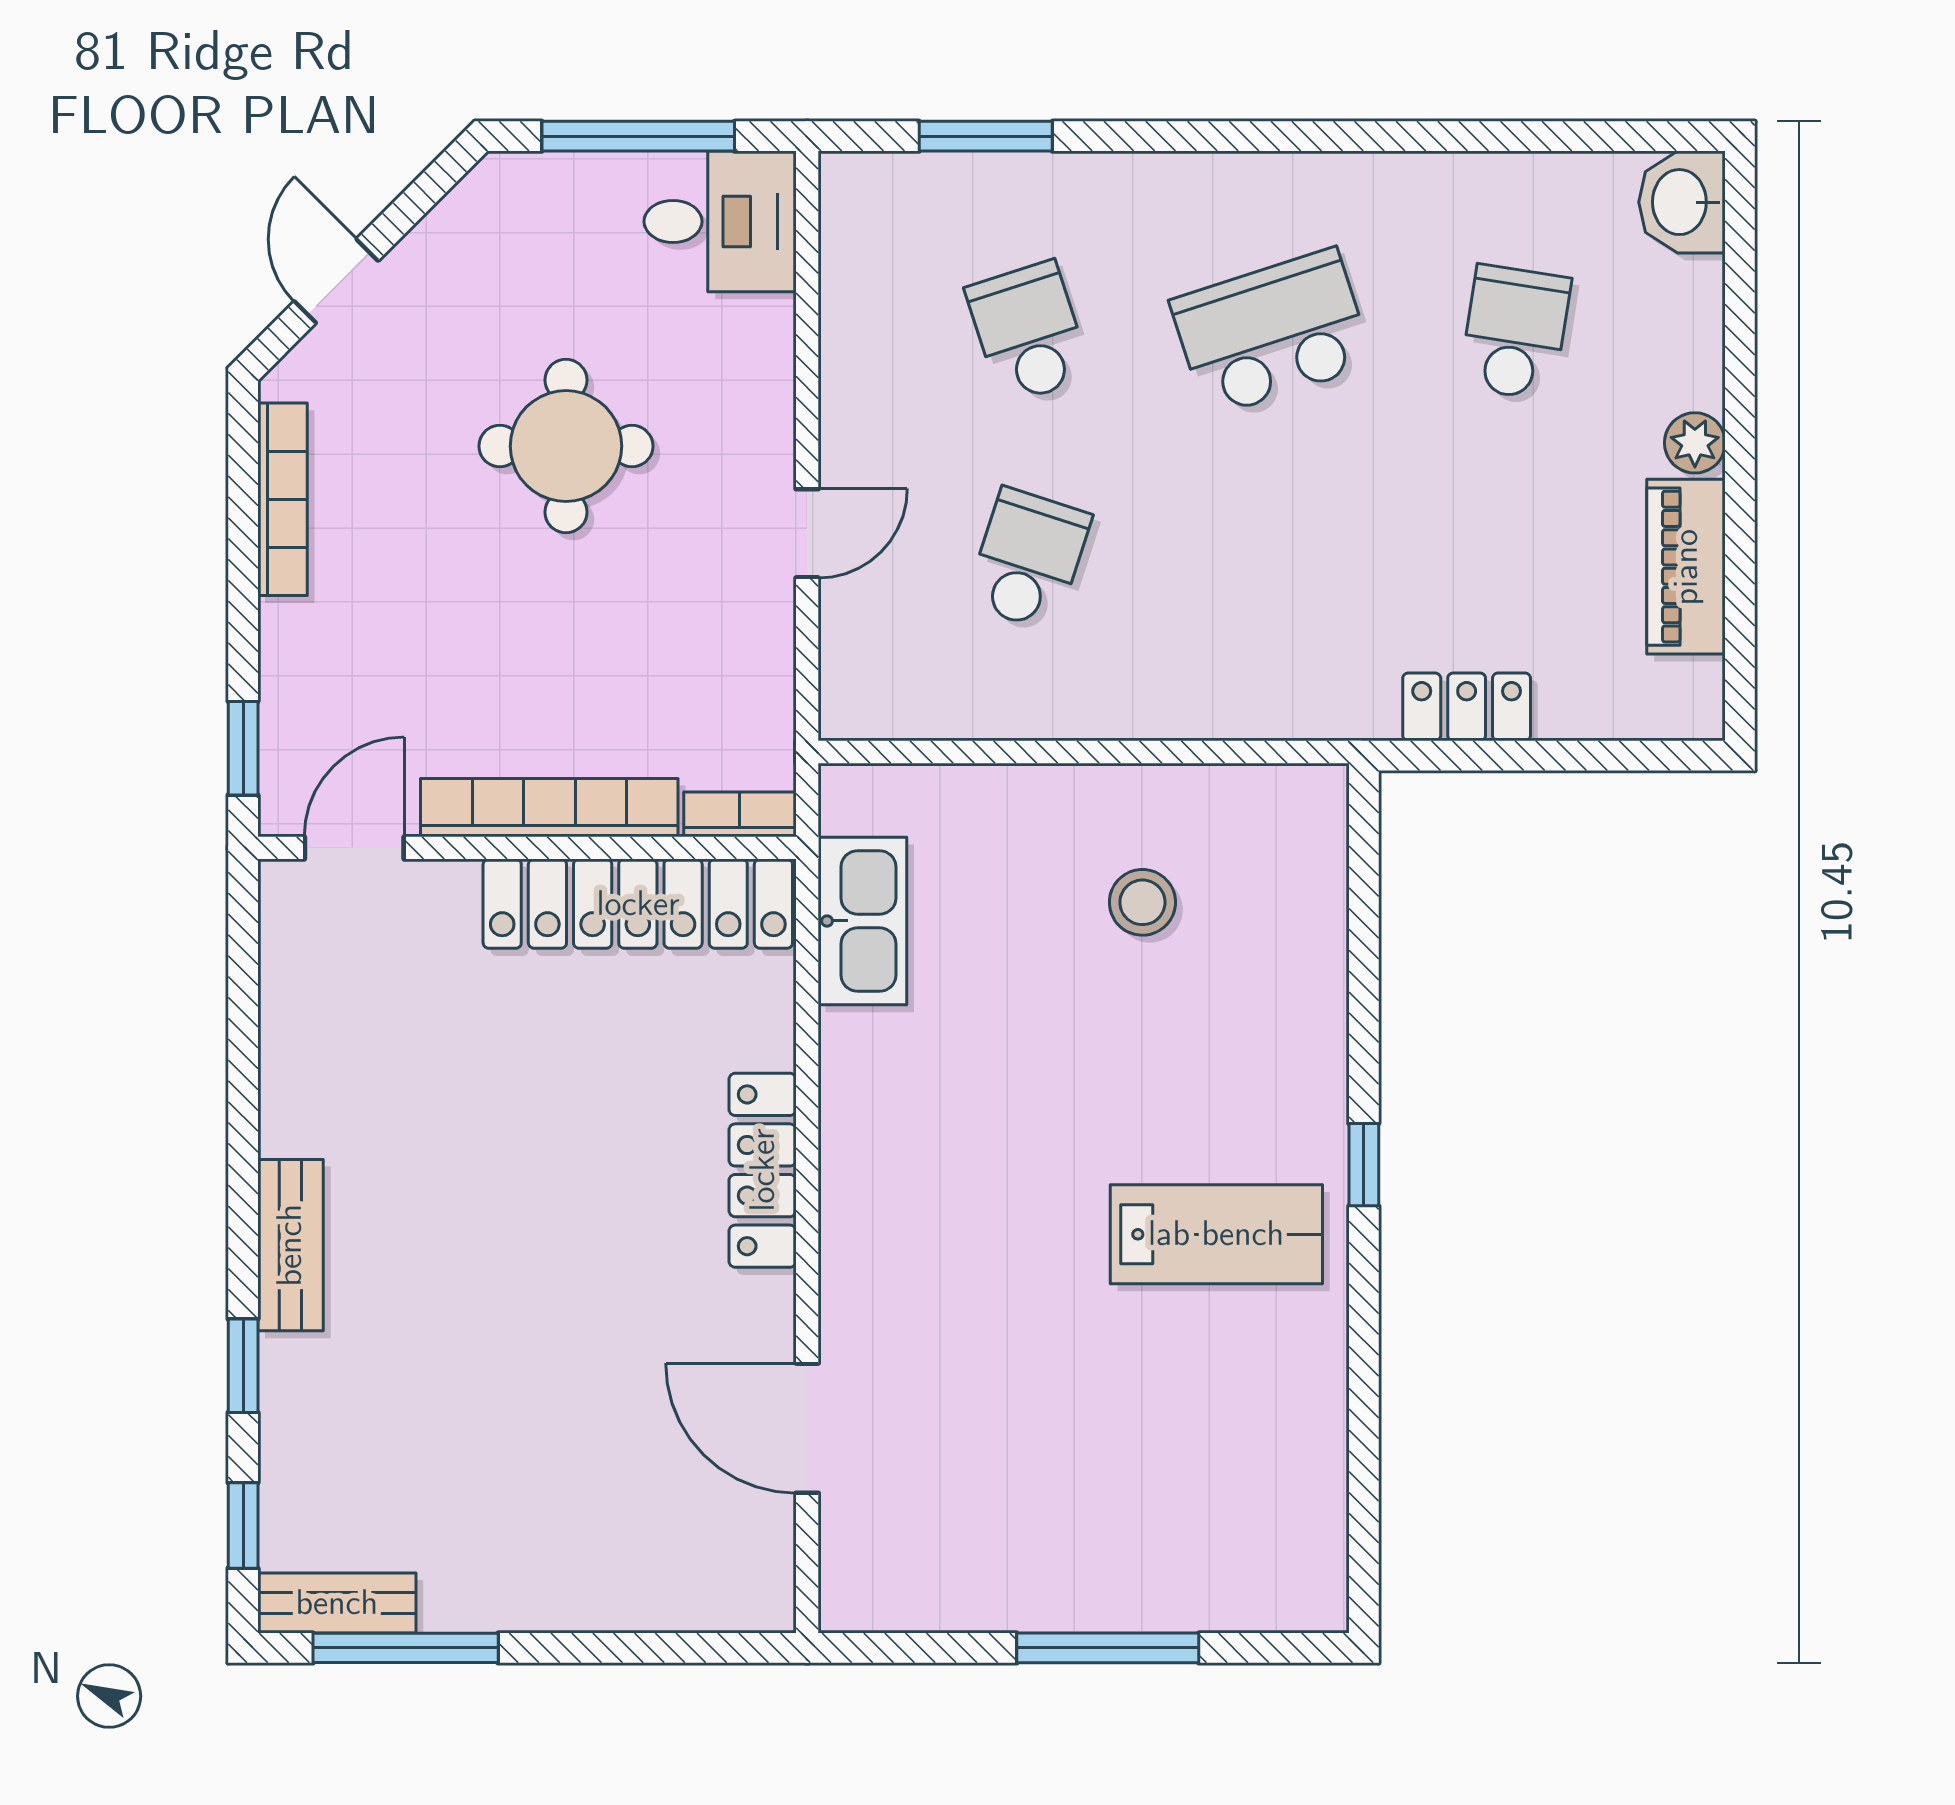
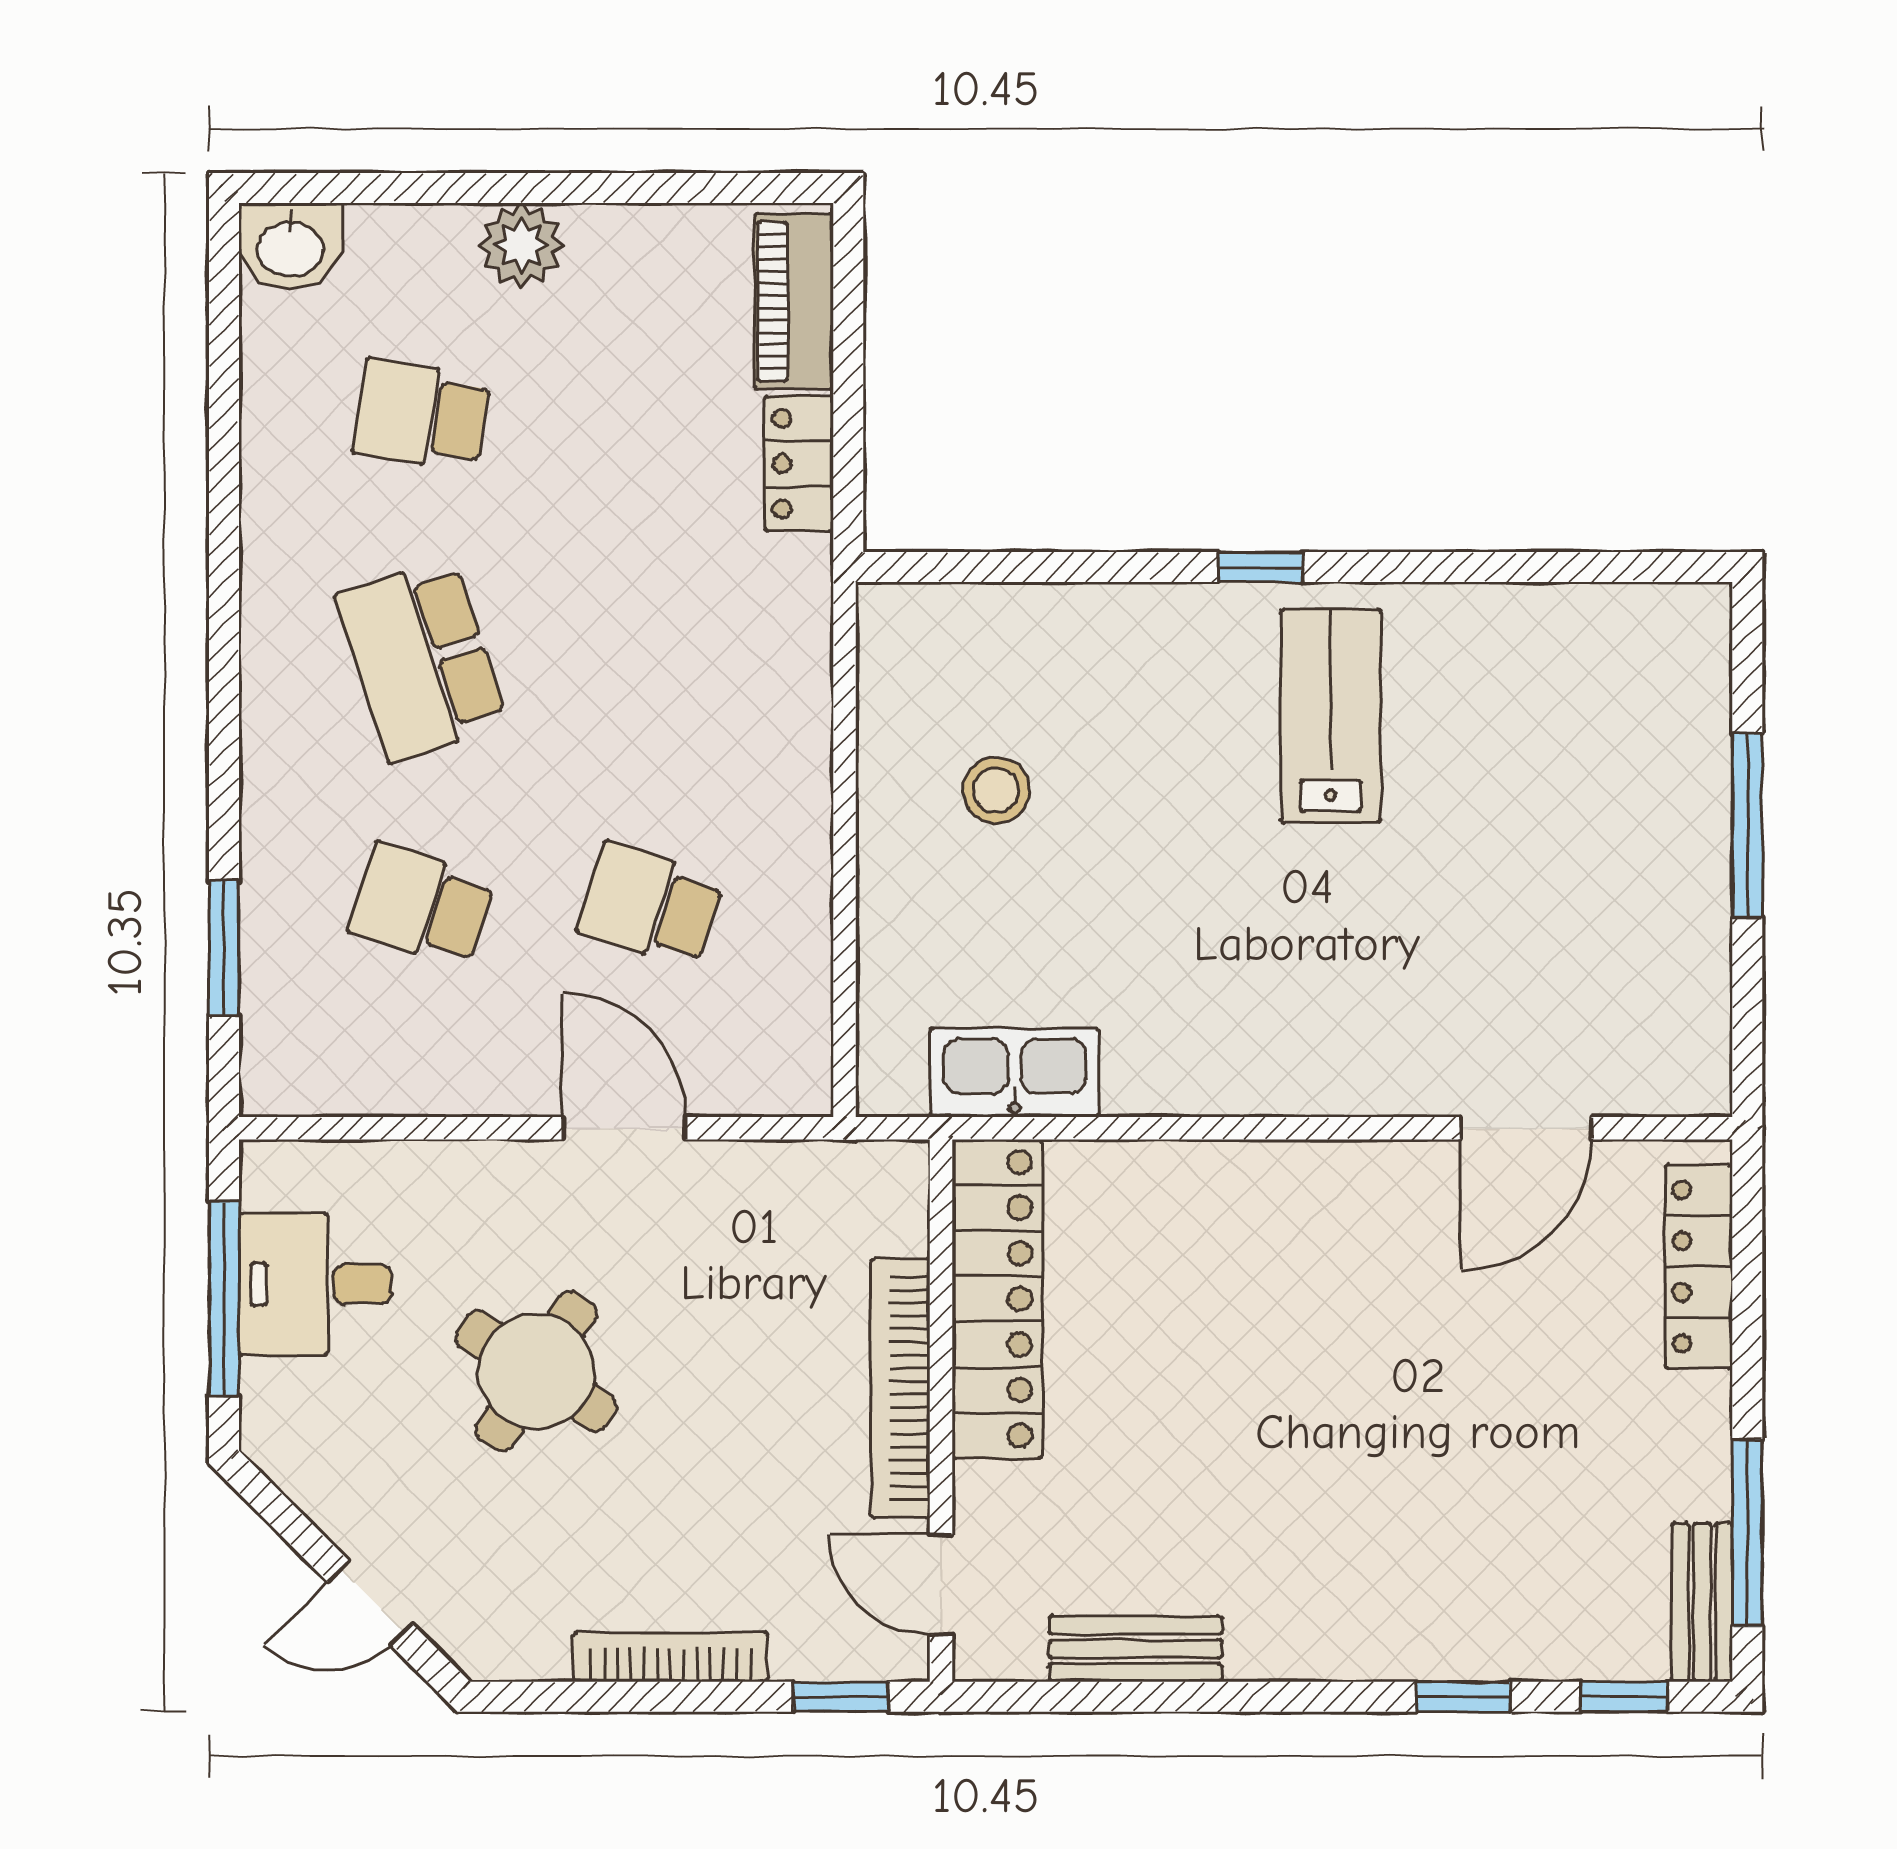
desk: (720, 221) -> (315, 1284), moved, turned -90
school desk: (1028, 332) -> (422, 905), turned 36
plant: (1695, 443) -> (521, 245), width x1.38, depth x1.38
round table: (566, 446) -> (536, 1371), turned 33
bookcase: (282, 499) -> (671, 1657), moved
door: (807, 533) -> (624, 1128), width x1.38
piano: (1686, 567) -> (794, 302), moved, turned 90
bookcase: (740, 814) -> (907, 1196), removed
locker: (763, 1170) -> (1699, 1267), moved, turned 90
bench: (290, 1245) -> (1136, 1649), moved

